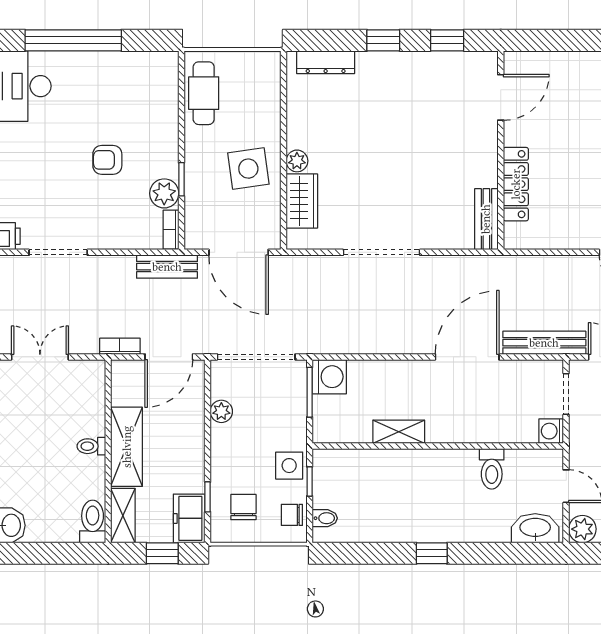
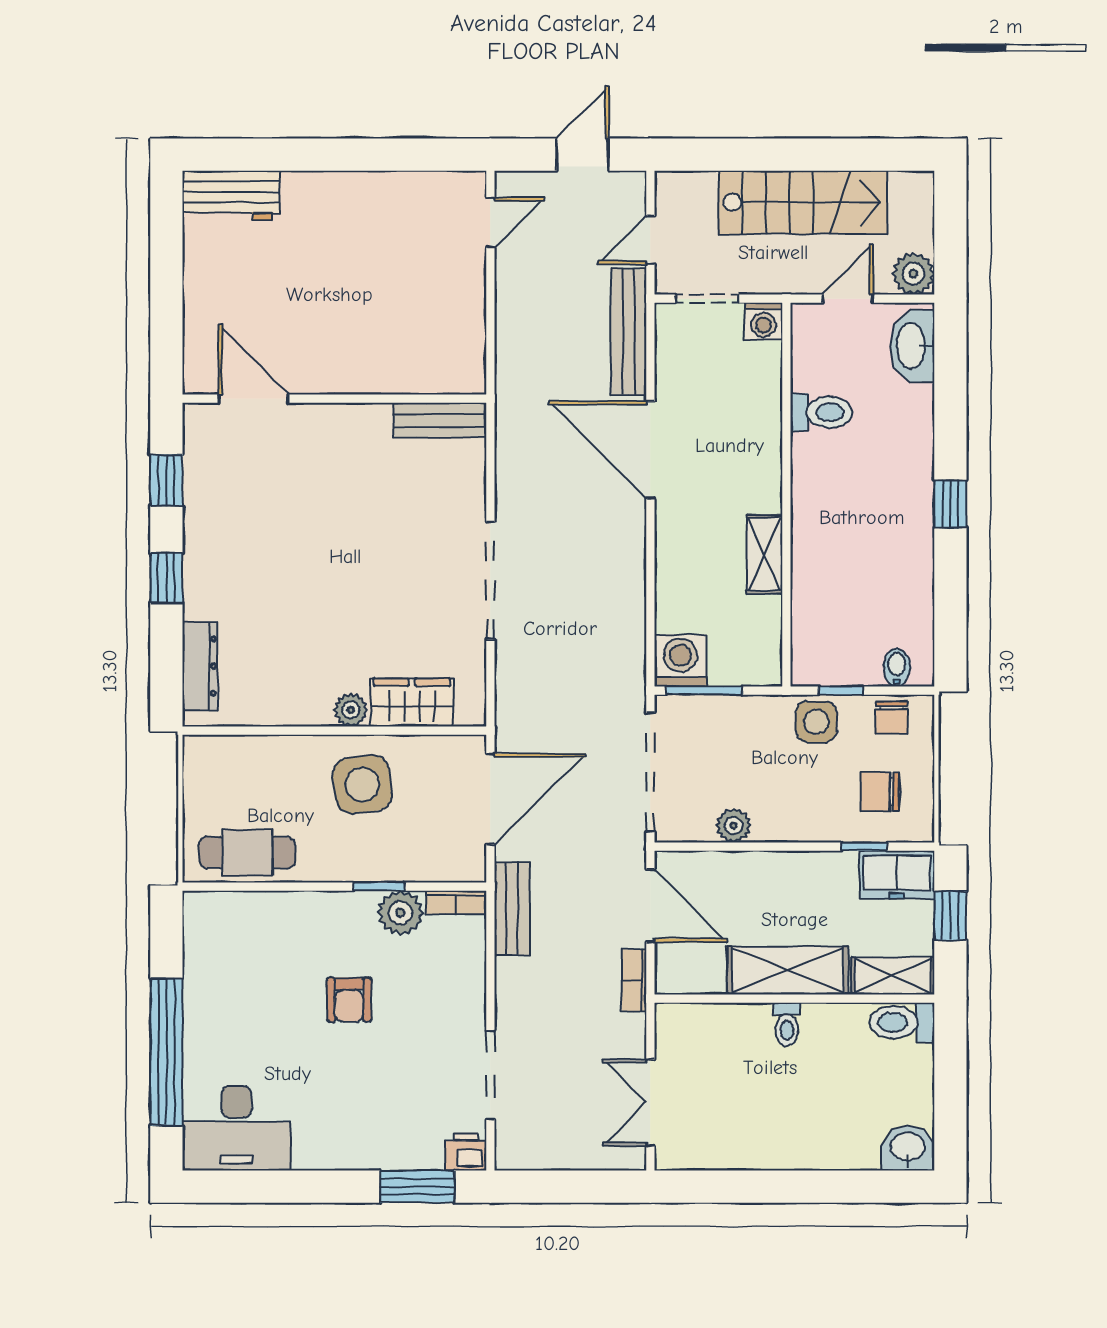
locker: (516, 184) -> (386, 375), removed

